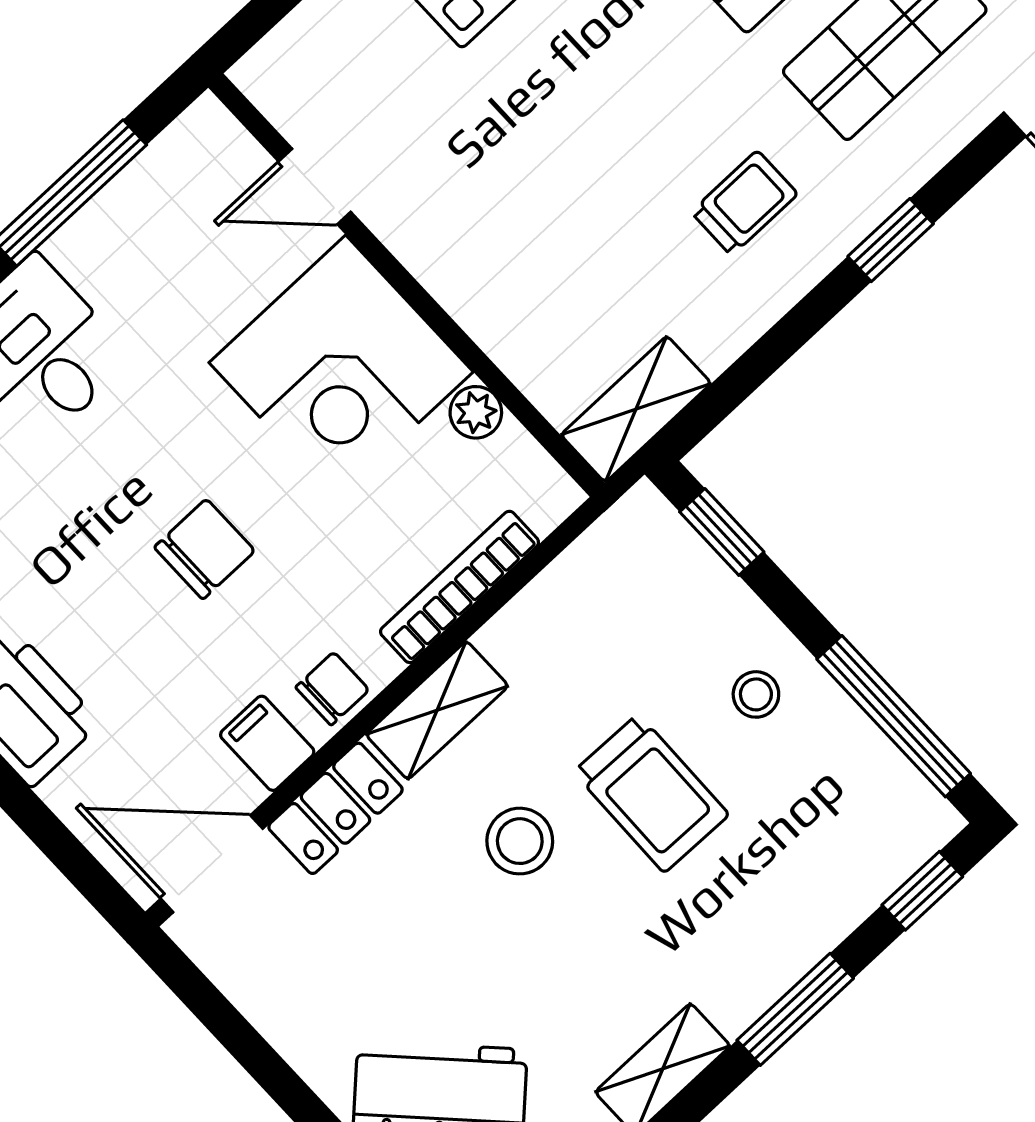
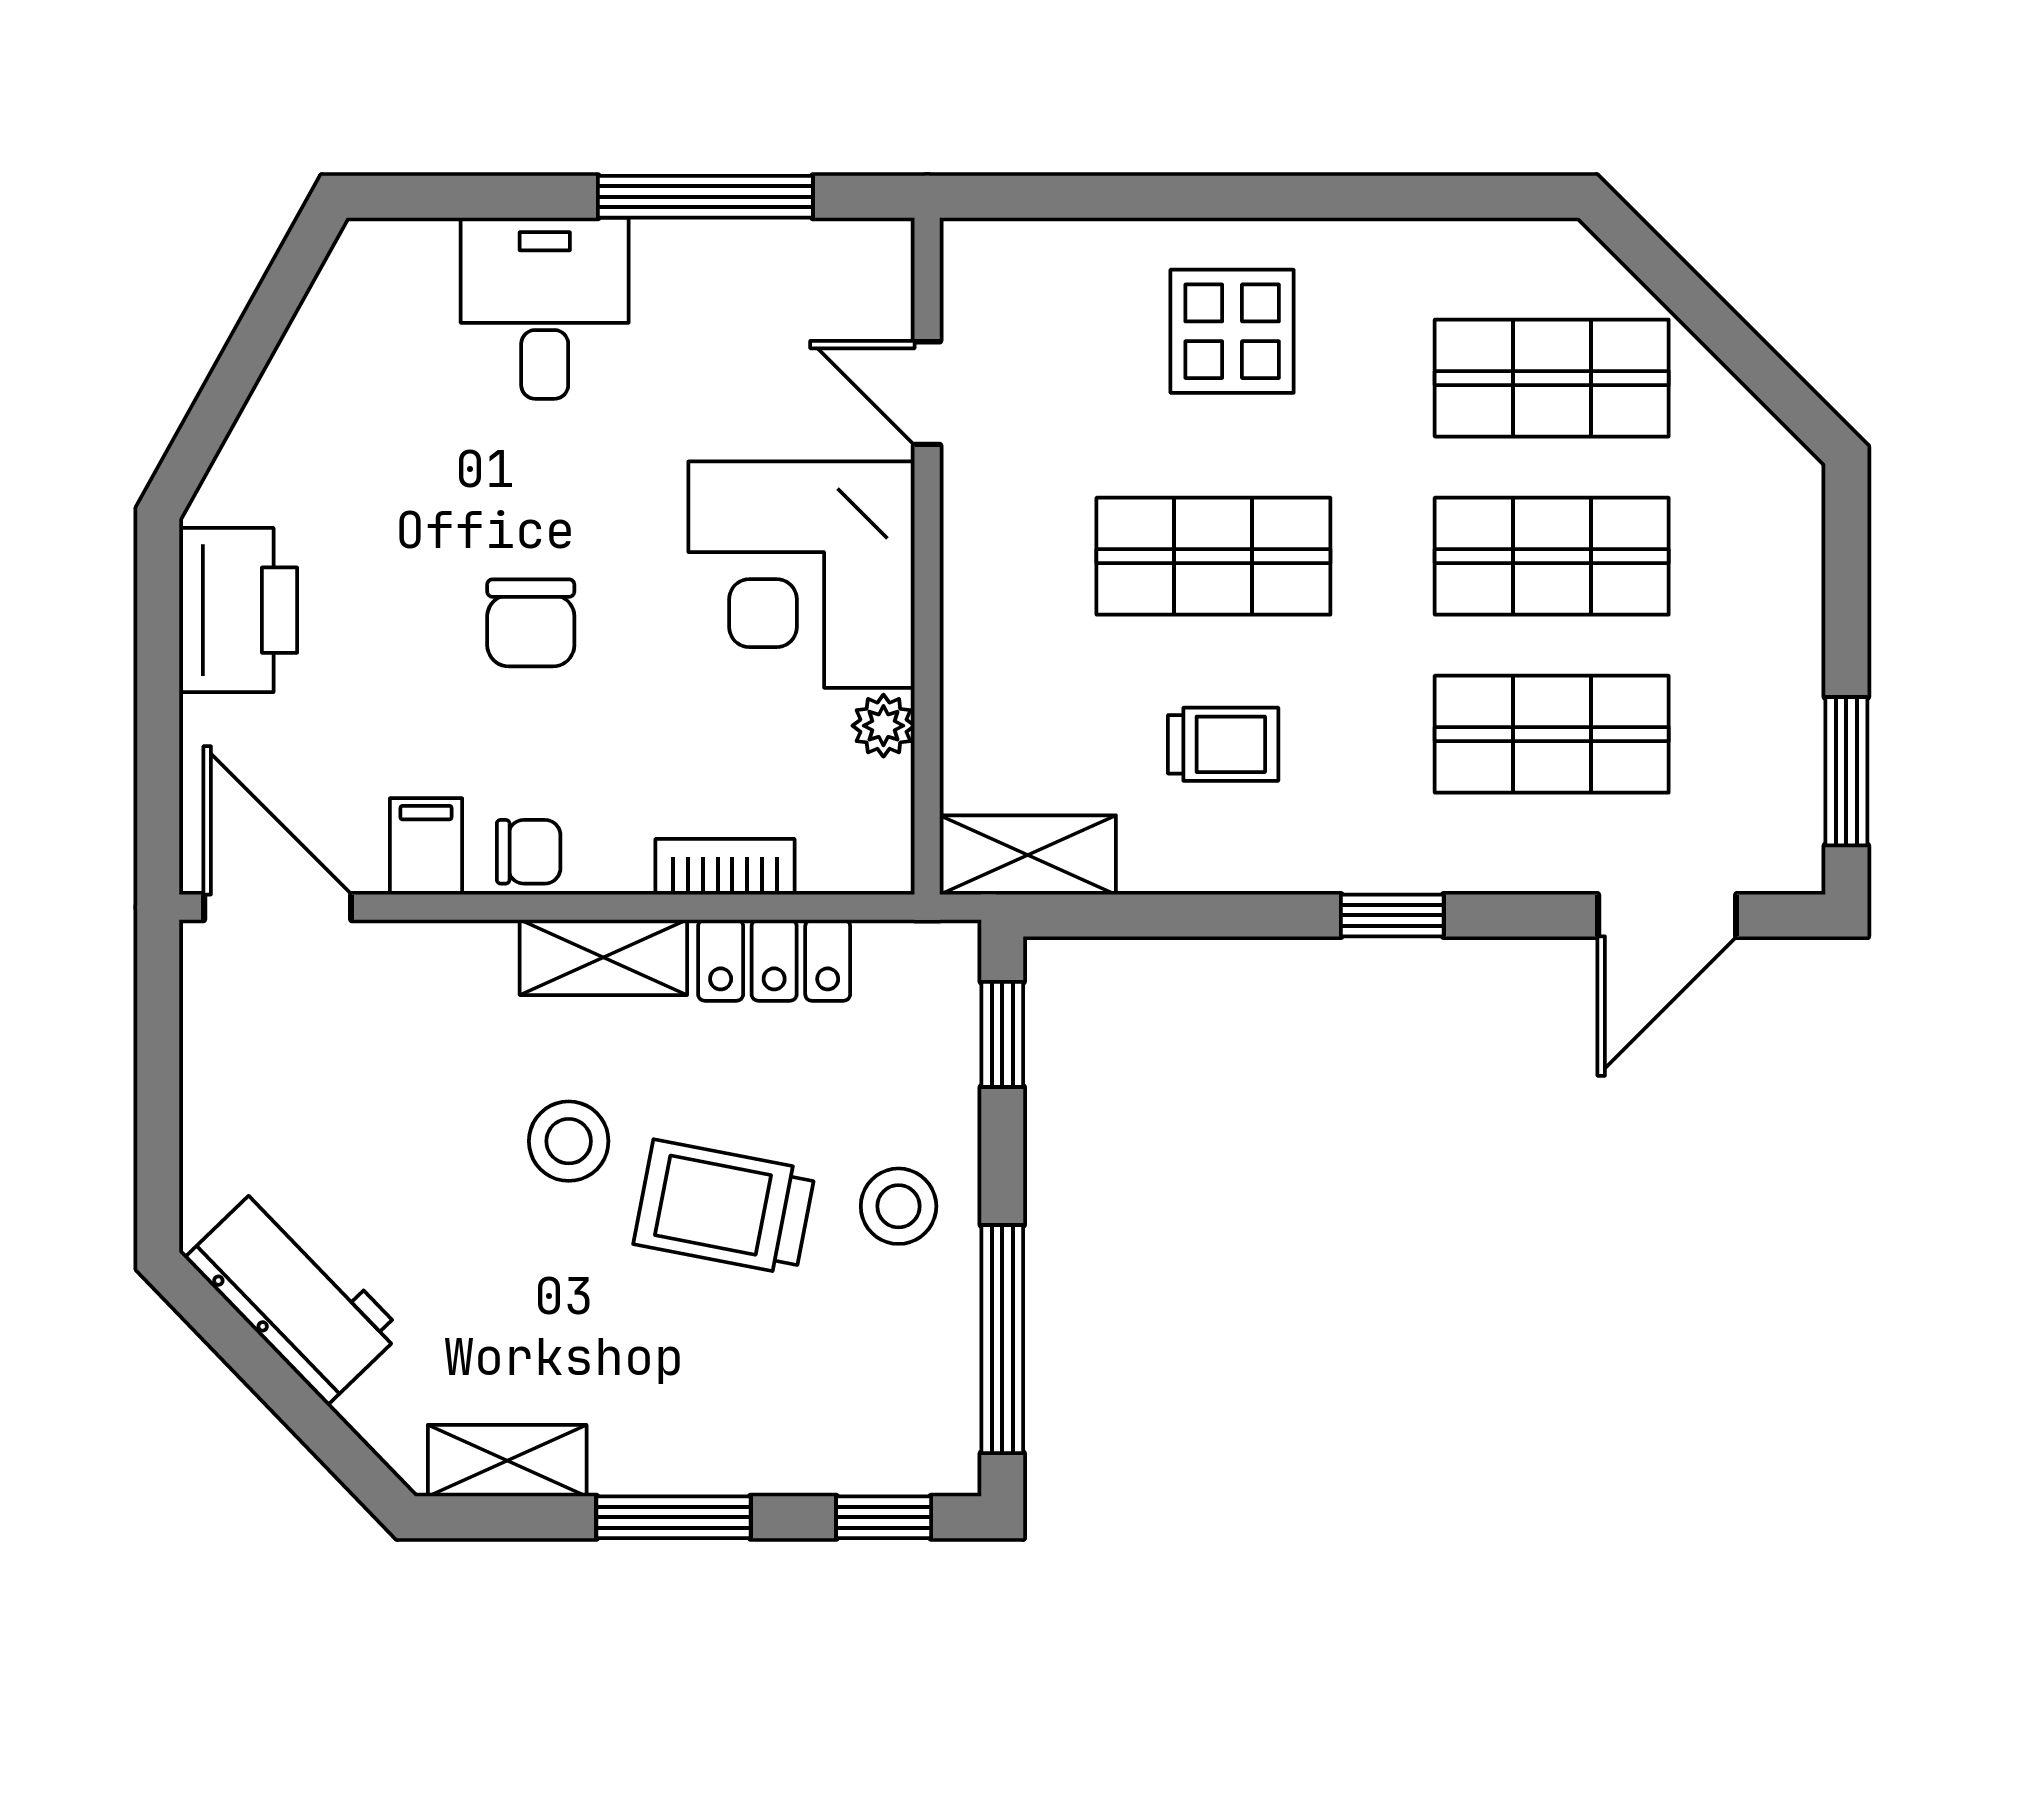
shop shelf: (580, 124) -> (1213, 556), added
trolley: (744, 203) -> (1223, 744), moved
chair: (205, 549) -> (531, 623), turned 90
bookcase: (460, 587) -> (725, 867), width x0.64
stool: (756, 694) -> (899, 1206), width x1.37, depth x1.37
trolley: (651, 793) -> (724, 1207), turned 100
locker: (336, 808) -> (774, 960), moved

